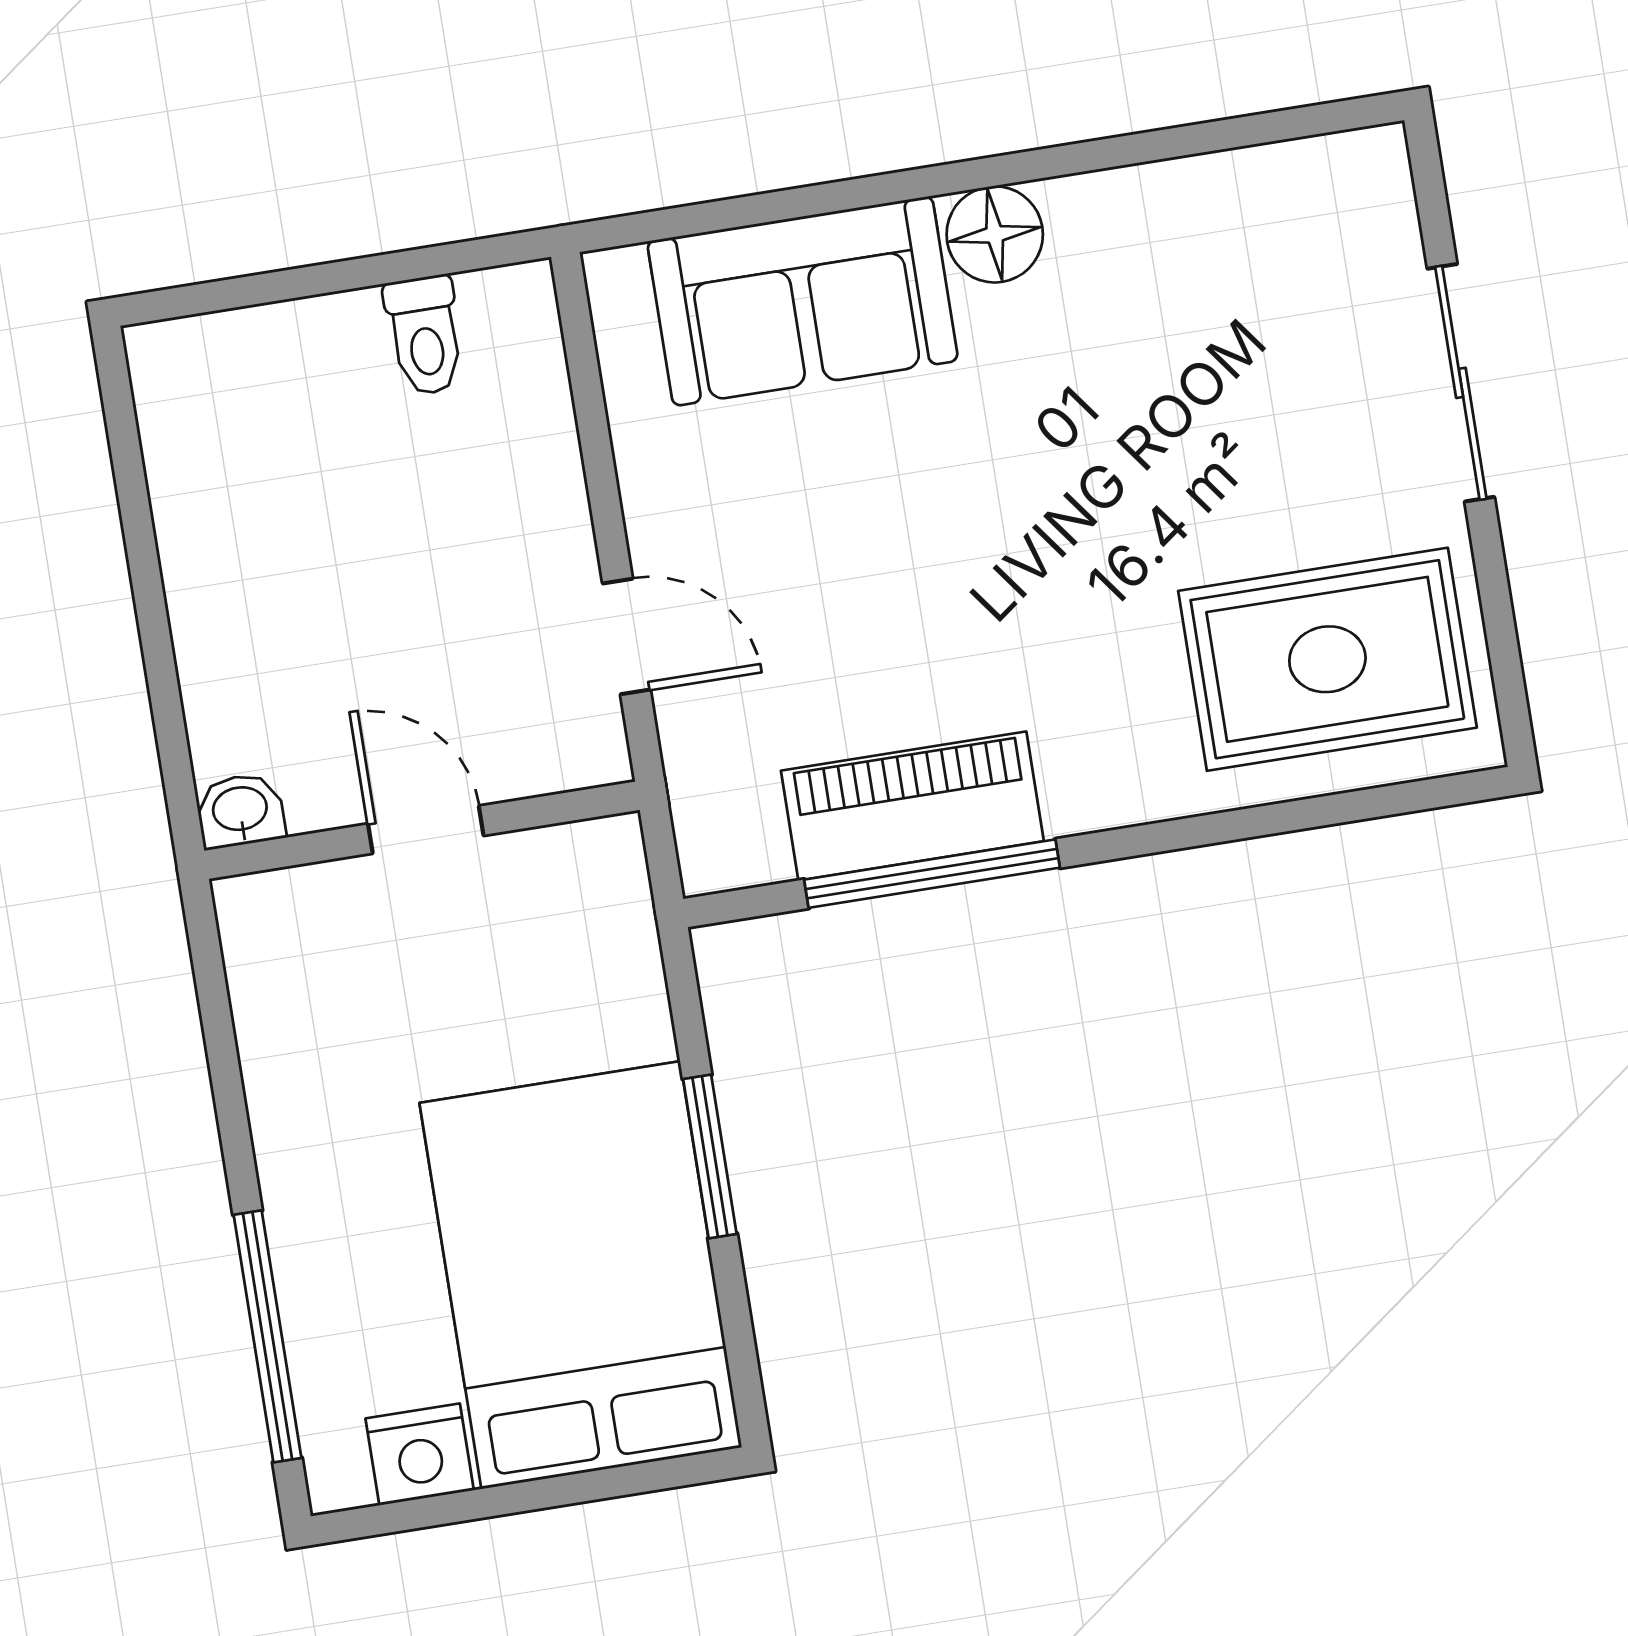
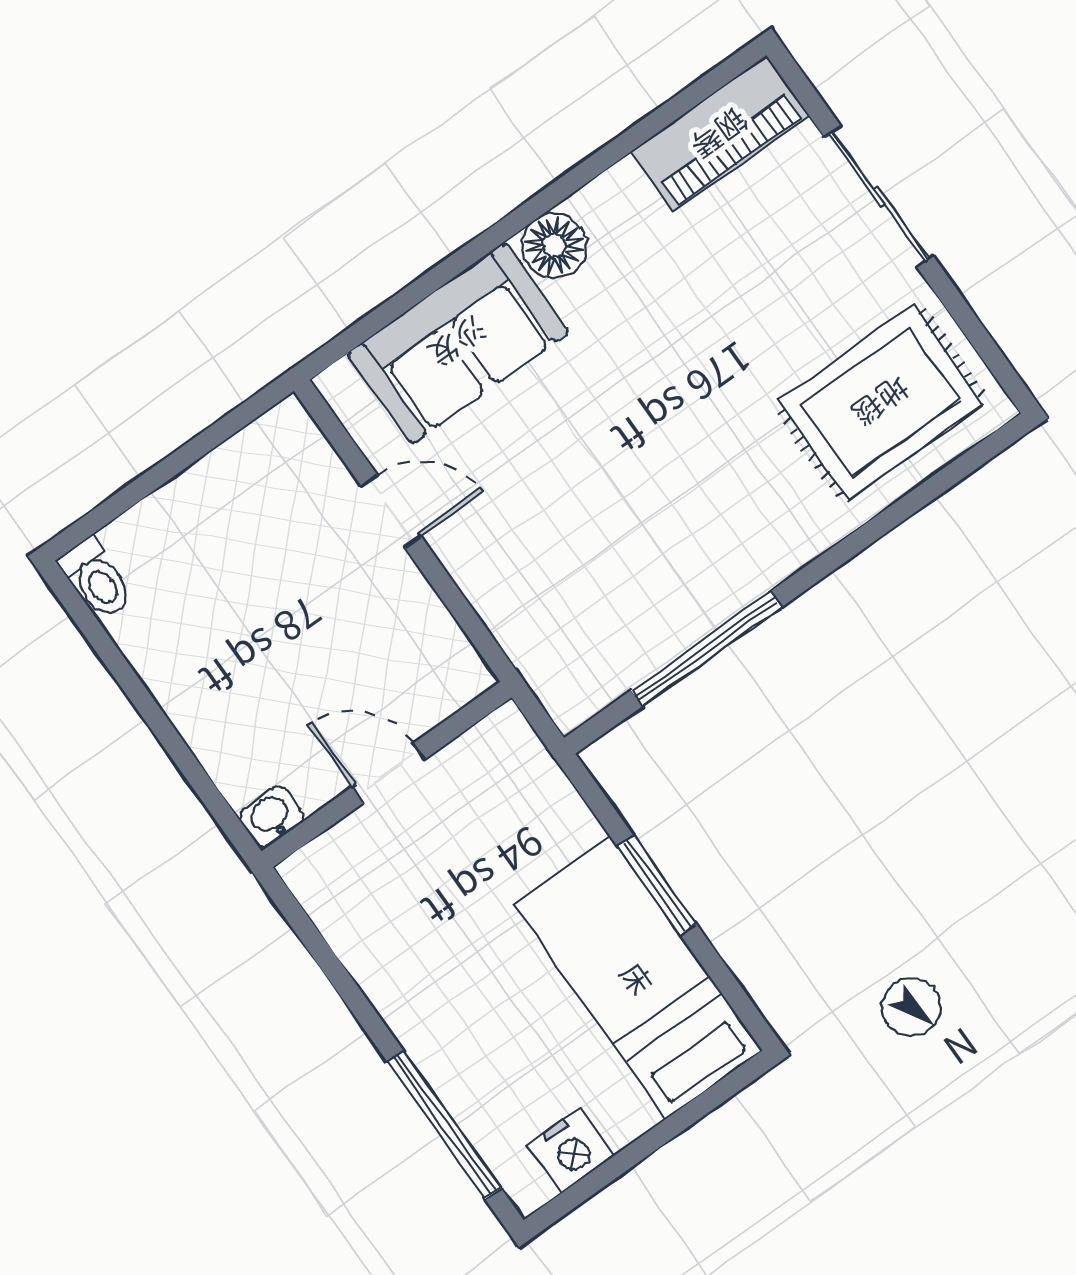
toilet: (425, 335) -> (97, 578), moved
door: (627, 636) -> (391, 511), moved
piano: (912, 806) -> (720, 134), moved, turned 180
bed: (581, 1275) -> (638, 978), width x0.67

